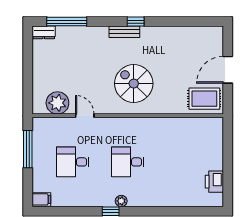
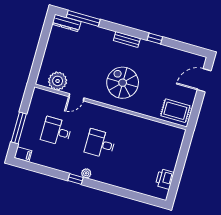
window: (136, 22) -> (155, 39), moved
dresser: (44, 32) -> (66, 23), width x1.44
door: (228, 70) -> (204, 80), moved
door: (85, 116) -> (76, 97), swing flipped
window: (28, 149) -> (19, 128), moved

